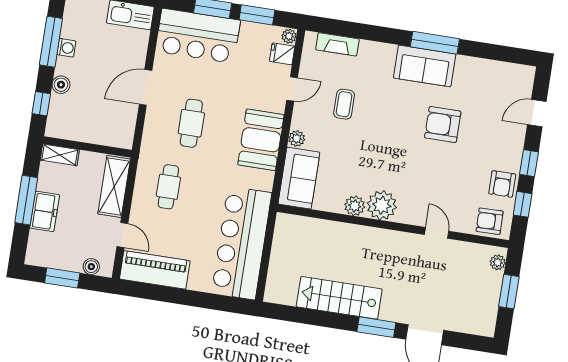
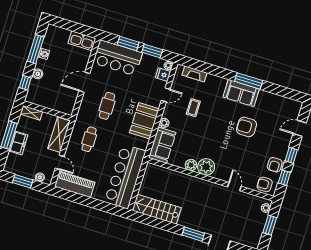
stairs: (339, 298) -> (157, 209), moved

